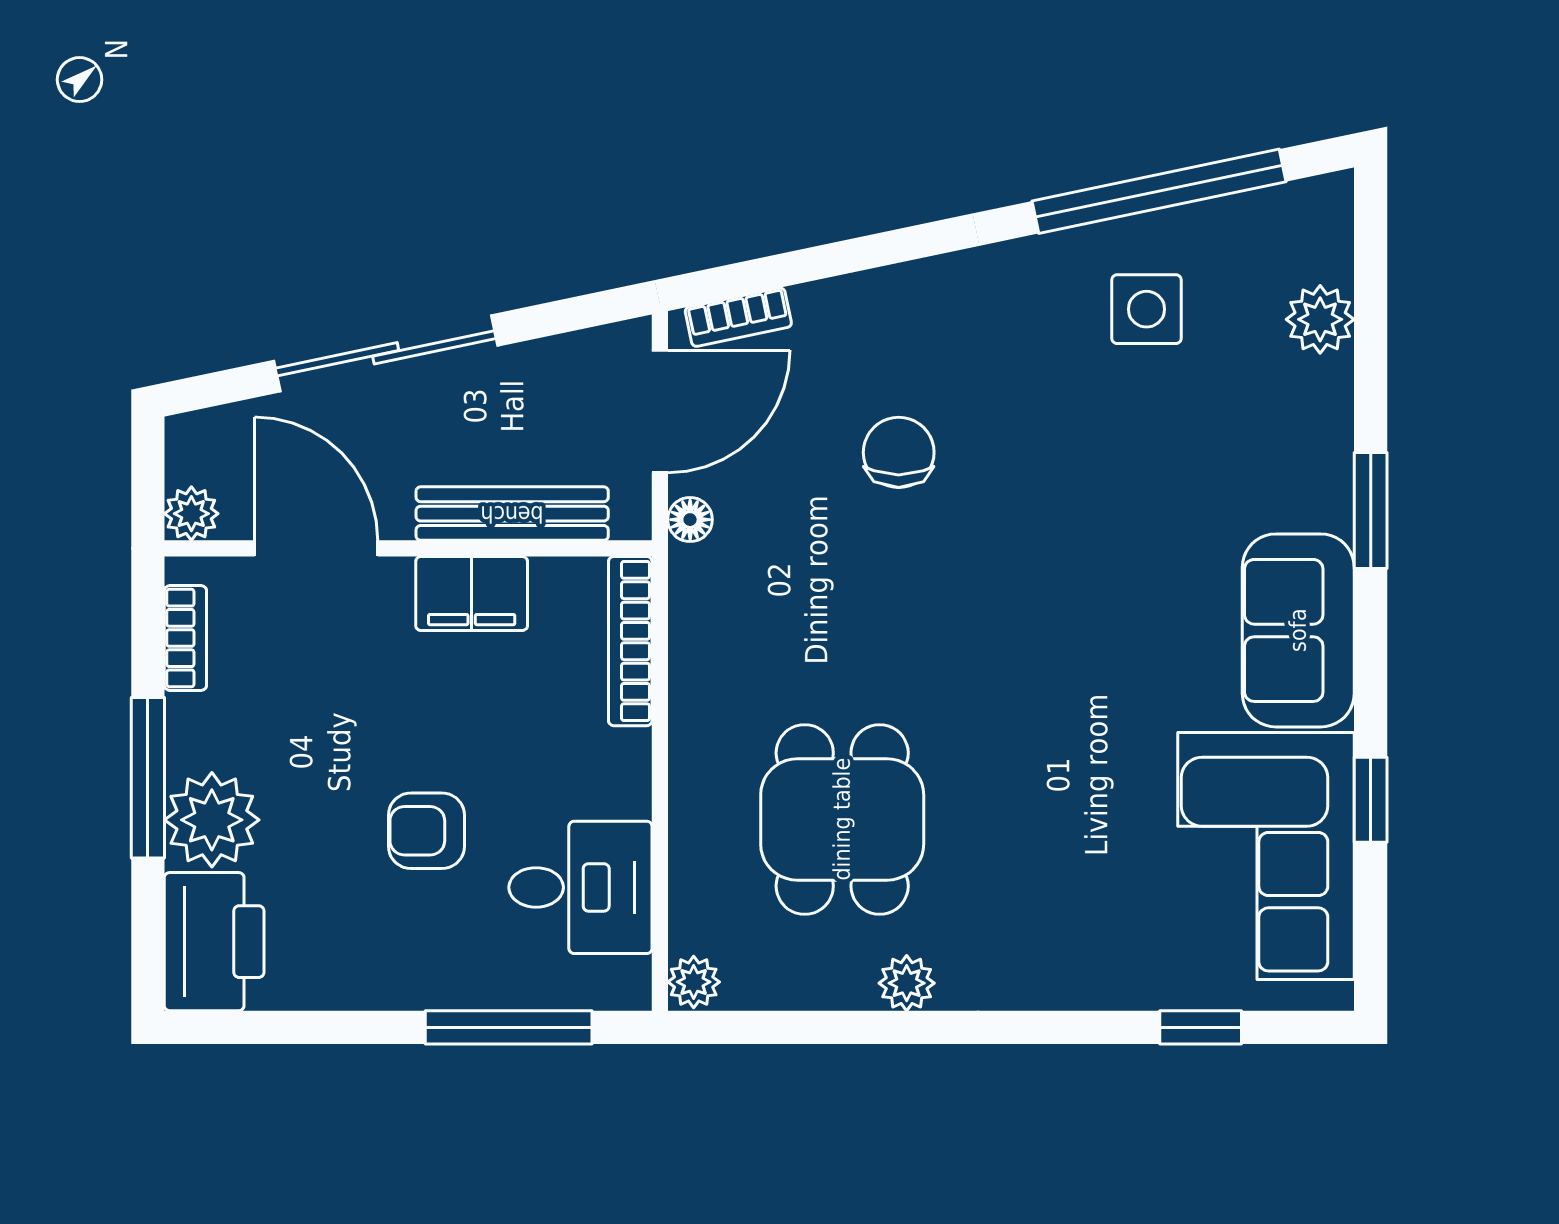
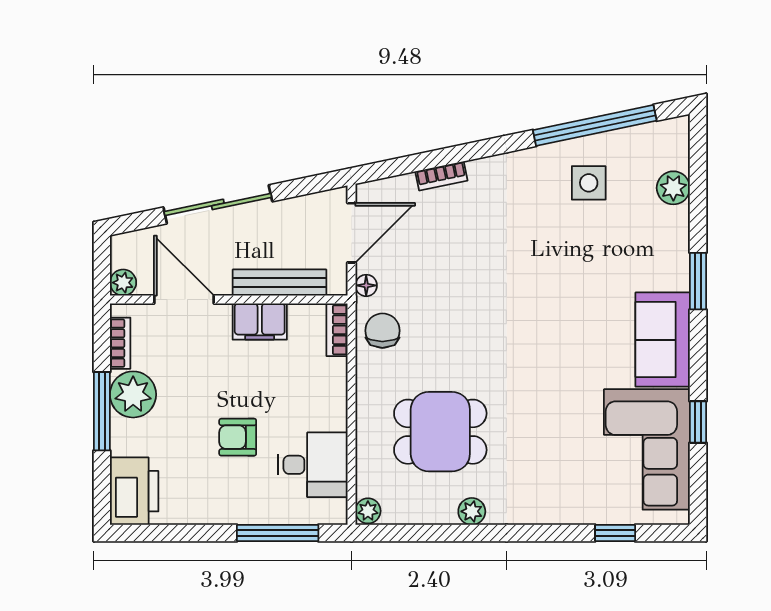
bookcase: (738, 317) -> (441, 176), moved
chair: (899, 452) -> (382, 331), moved
bookcase: (630, 641) -> (337, 330), width x0.64
dining table: (842, 819) -> (440, 432), turned 90
plant: (212, 820) -> (133, 394), moved

